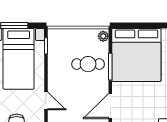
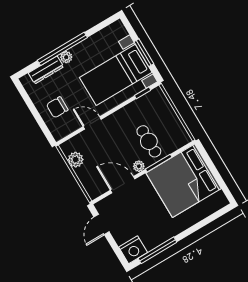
plant: (103, 36) -> (139, 166), moved
door: (46, 101) -> (92, 123), swing flipped

